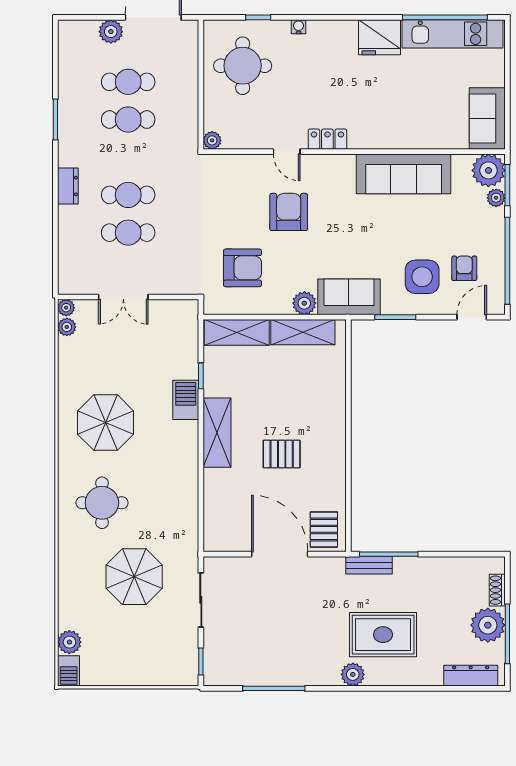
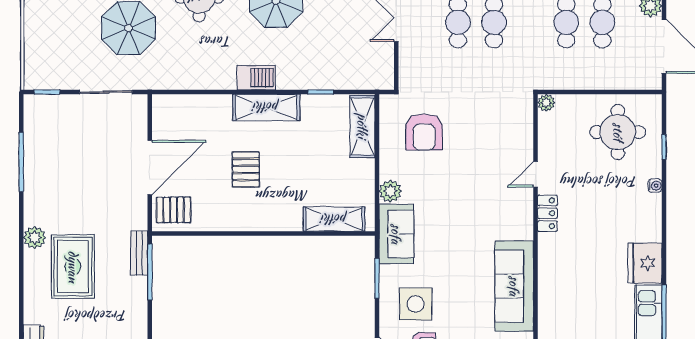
armchair: (289, 212) -> (478, 176), removed
shelving: (303, 332) -> (334, 219), moved, turned 90
barbecue: (186, 400) -> (256, 78), moved

